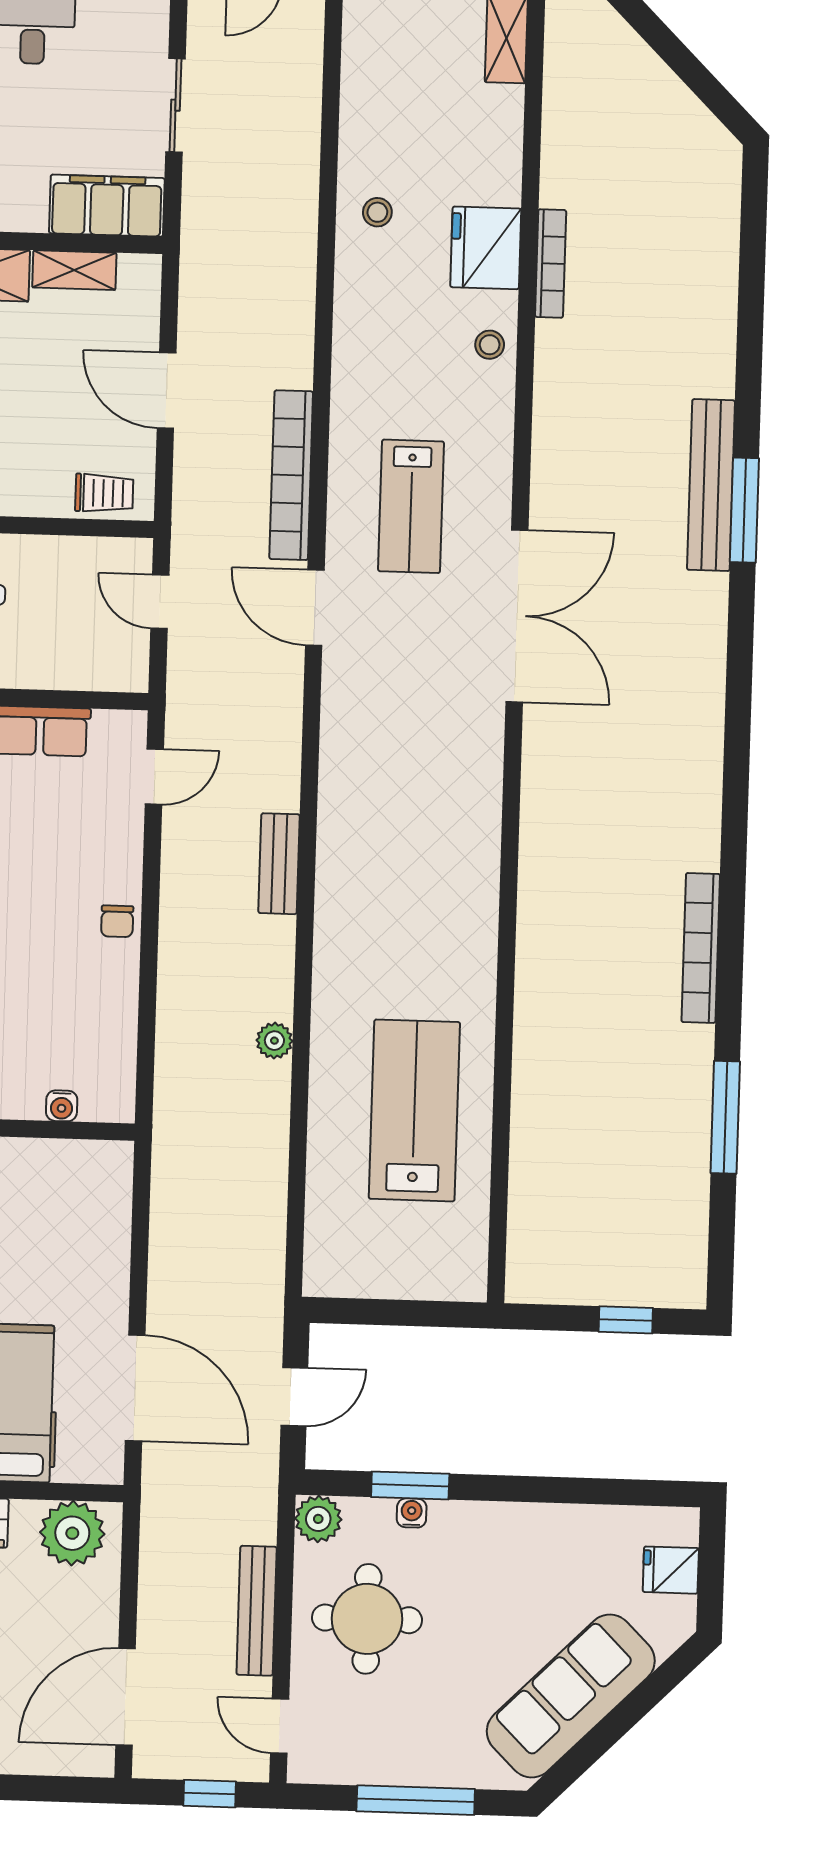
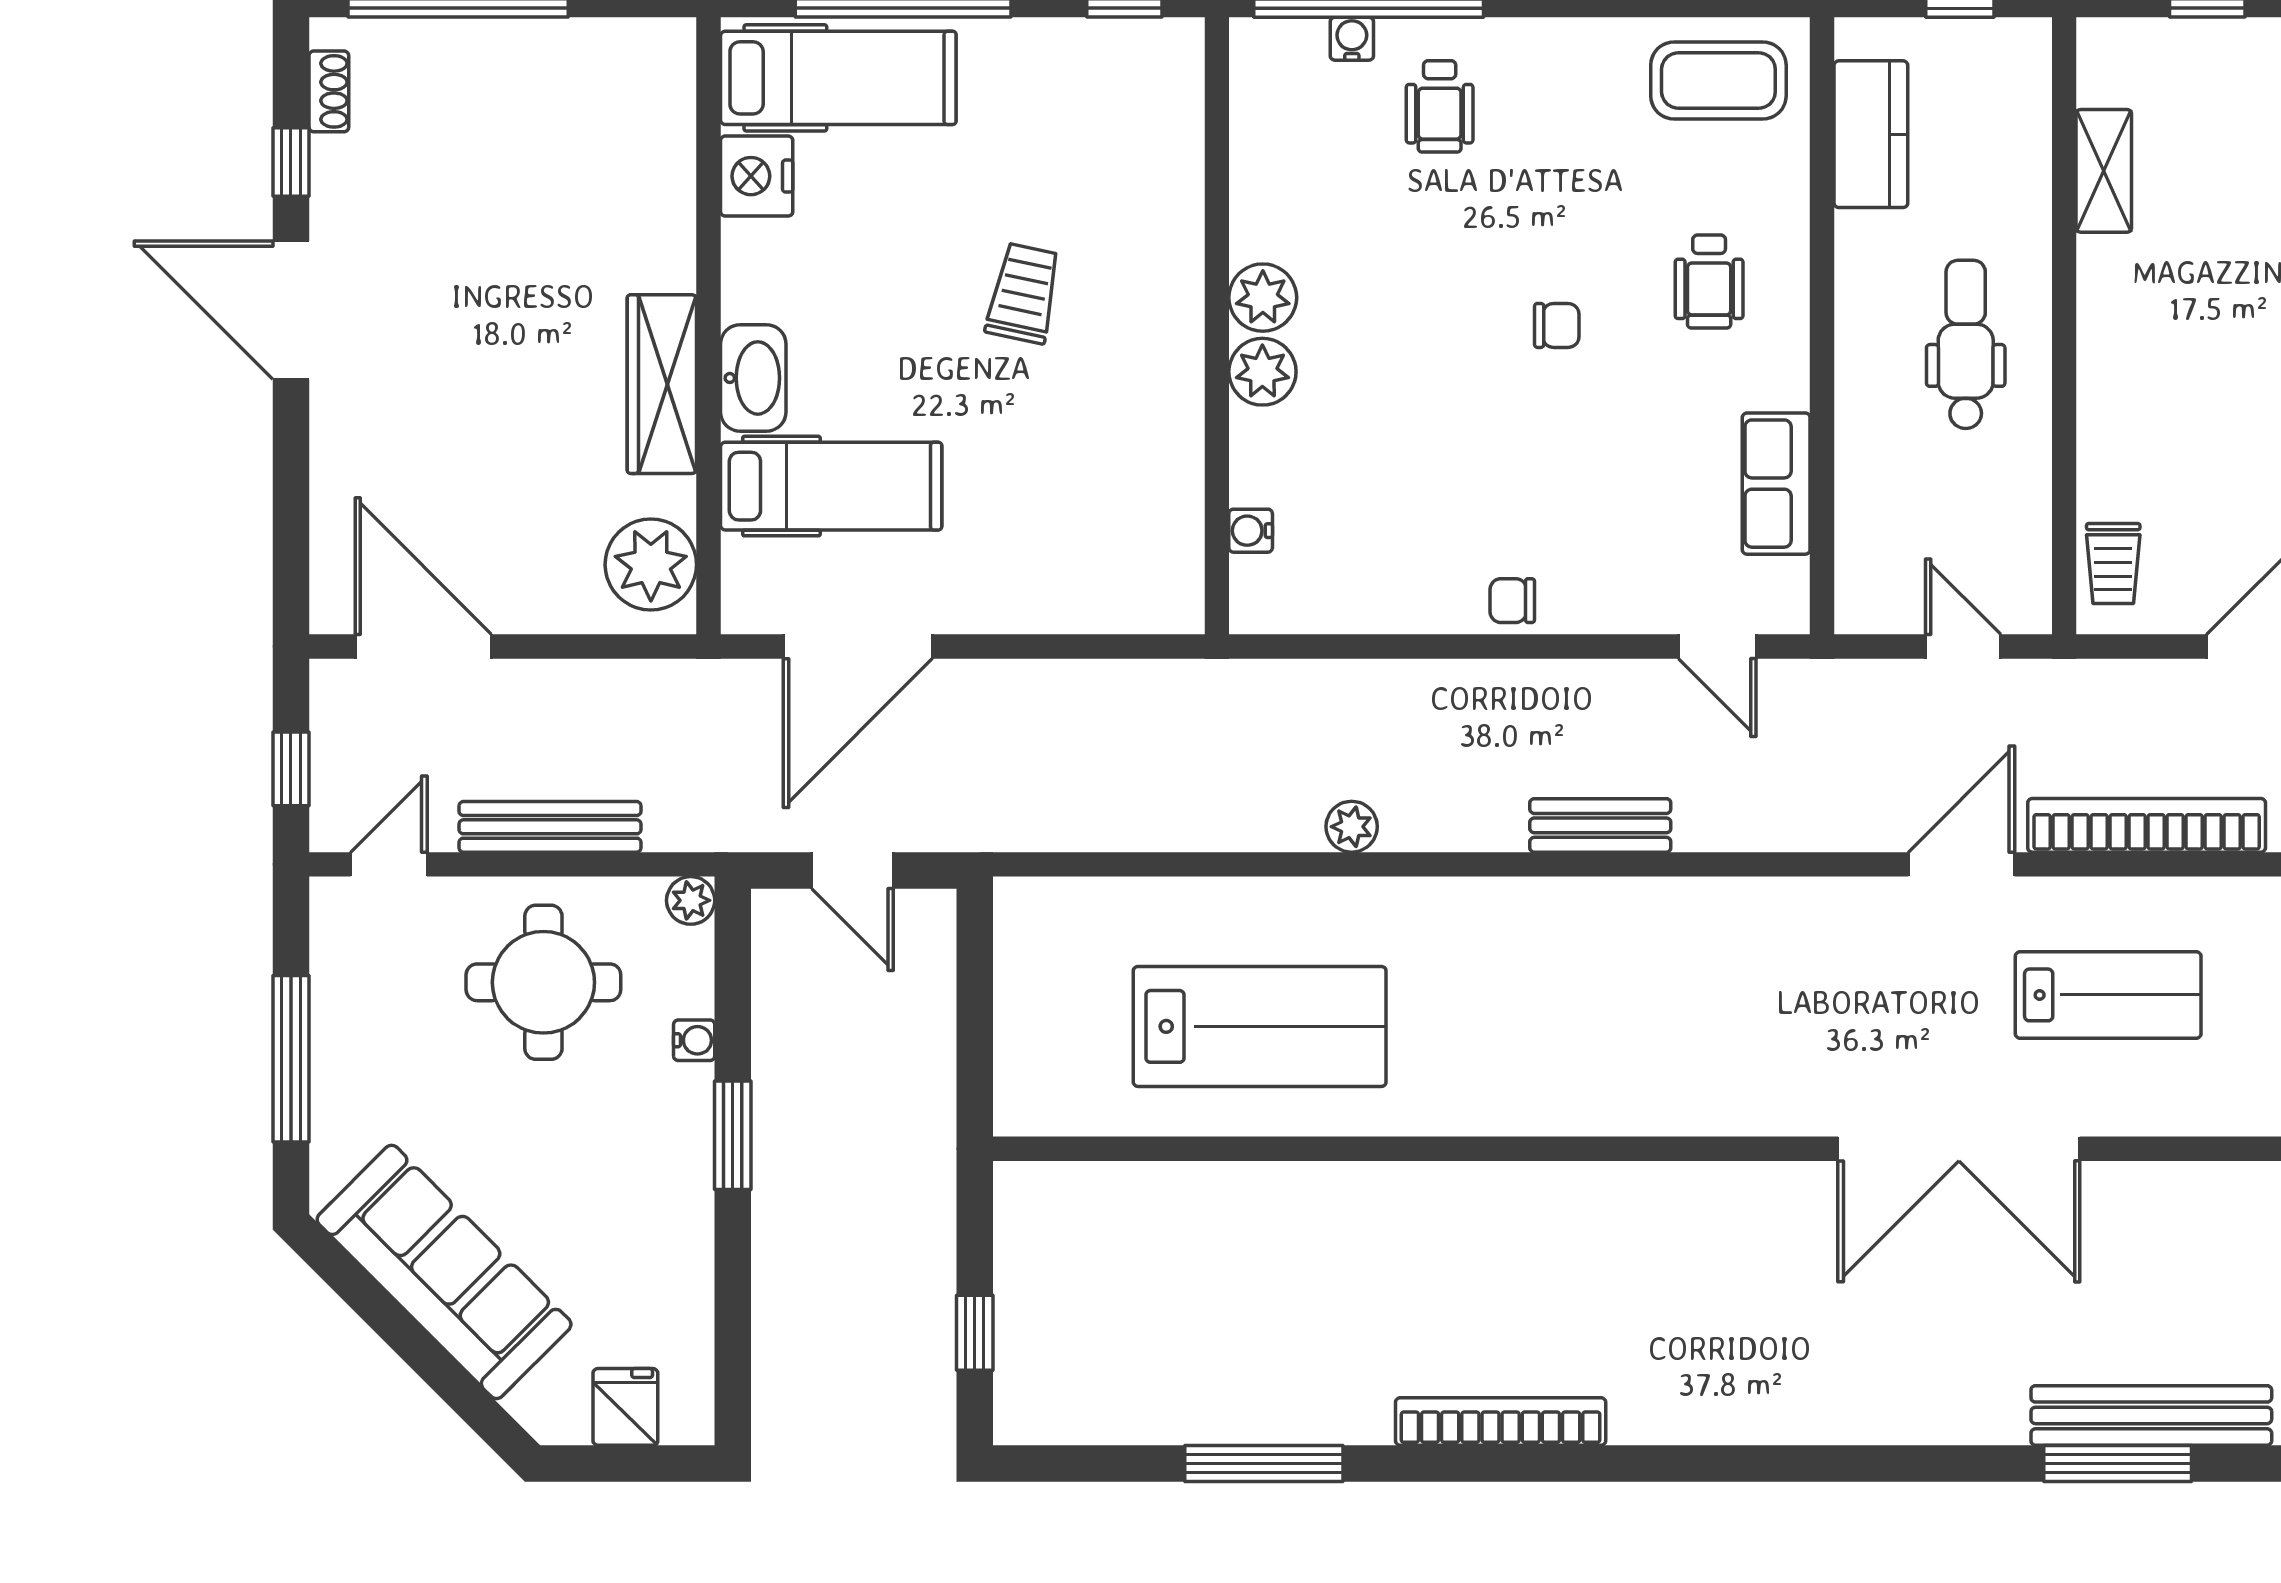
lab bench: (411, 506) -> (2108, 995), turned 180
door: (160, 602) -> (1963, 647), hinge flipped
window: (410, 1485) -> (733, 1135), moved
plant: (318, 1519) -> (691, 900), width x0.73, depth x0.73

